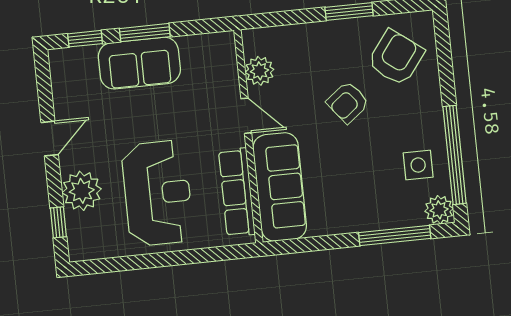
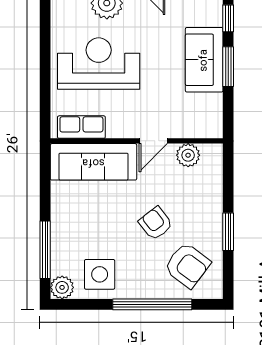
window: (455, 155) -> (152, 304), moved
side table: (418, 165) -> (100, 274), width x1.37, depth x1.37
row of seats: (237, 192) -> (81, 127), width x0.68
reception desk: (157, 193) -> (99, 64), turned 180

